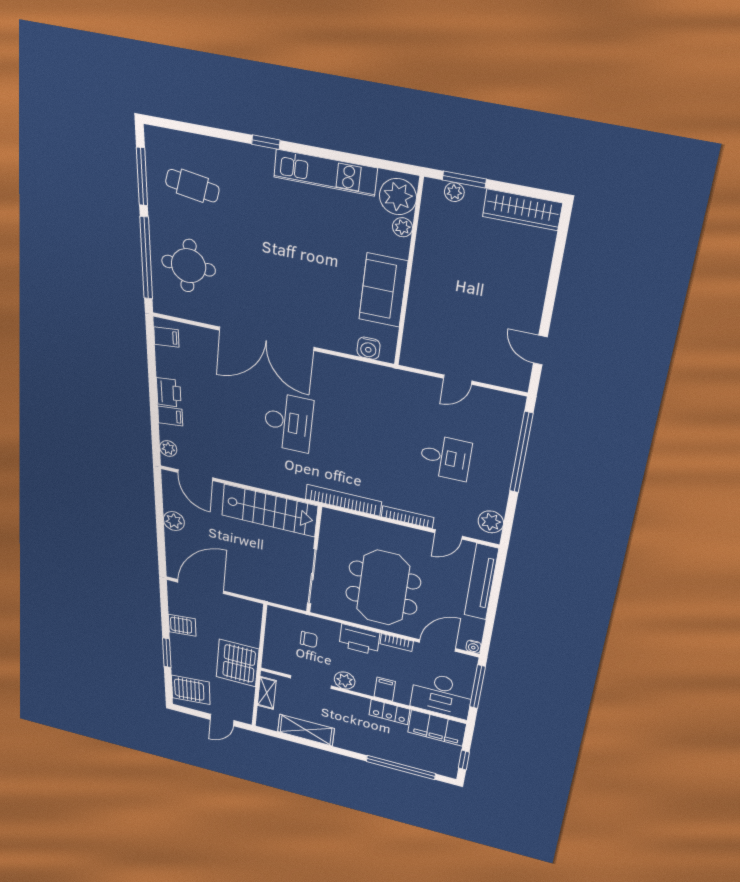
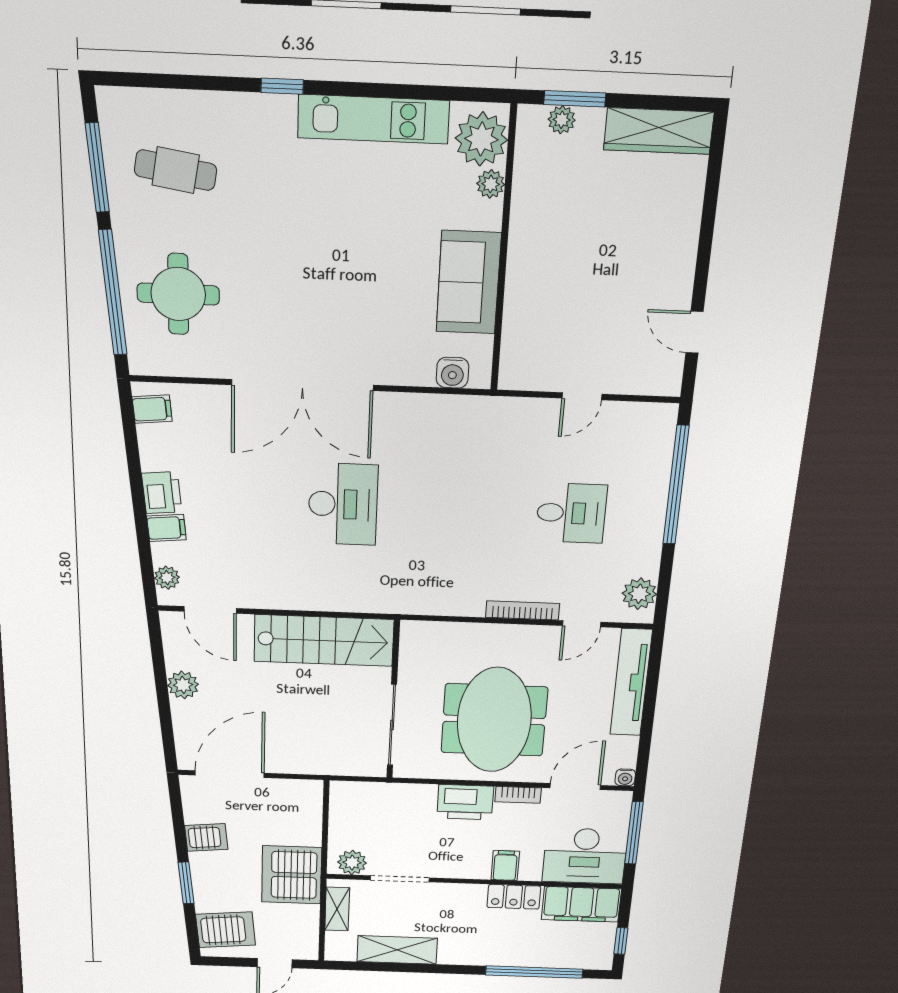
bookcase: (343, 500) -> (430, 604), removed
chair: (309, 639) -> (393, 818), removed
plant: (345, 680) -> (352, 862), moved

